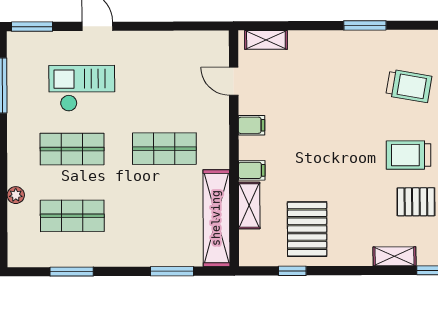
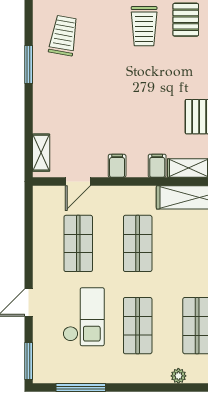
shop shelf: (164, 82) -> (78, 243), added
trolley: (409, 86) -> (63, 36), moved
checkout: (82, 88) -> (84, 317), turned 180

